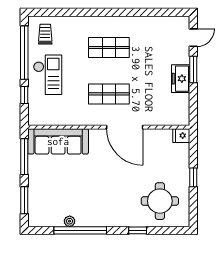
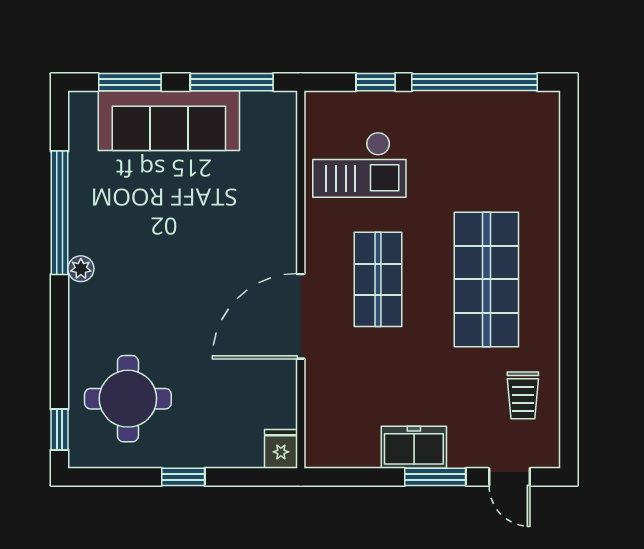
trolley: (45, 34) -> (523, 395), moved, turned 90
shop shelf: (109, 48) -> (486, 279), width x1.43, depth x1.36
checkout: (48, 75) -> (359, 165), moved
sofa: (58, 141) -> (169, 121), moved, turned -90
plant: (70, 221) -> (81, 269), moved
window: (138, 230) -> (59, 430), moved

